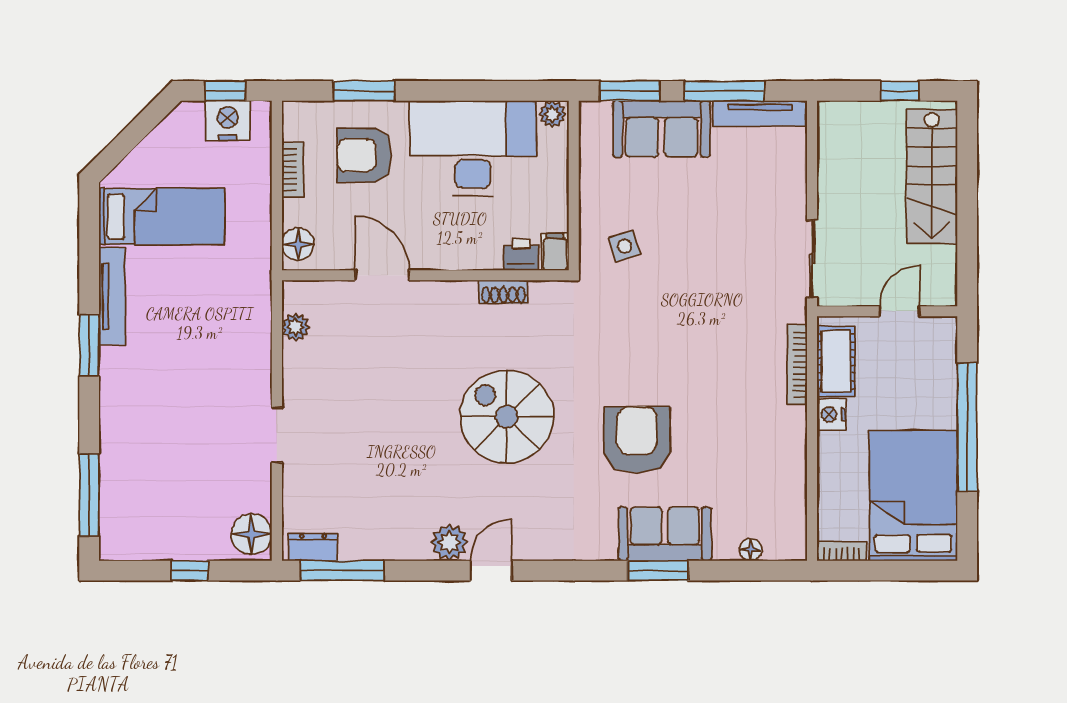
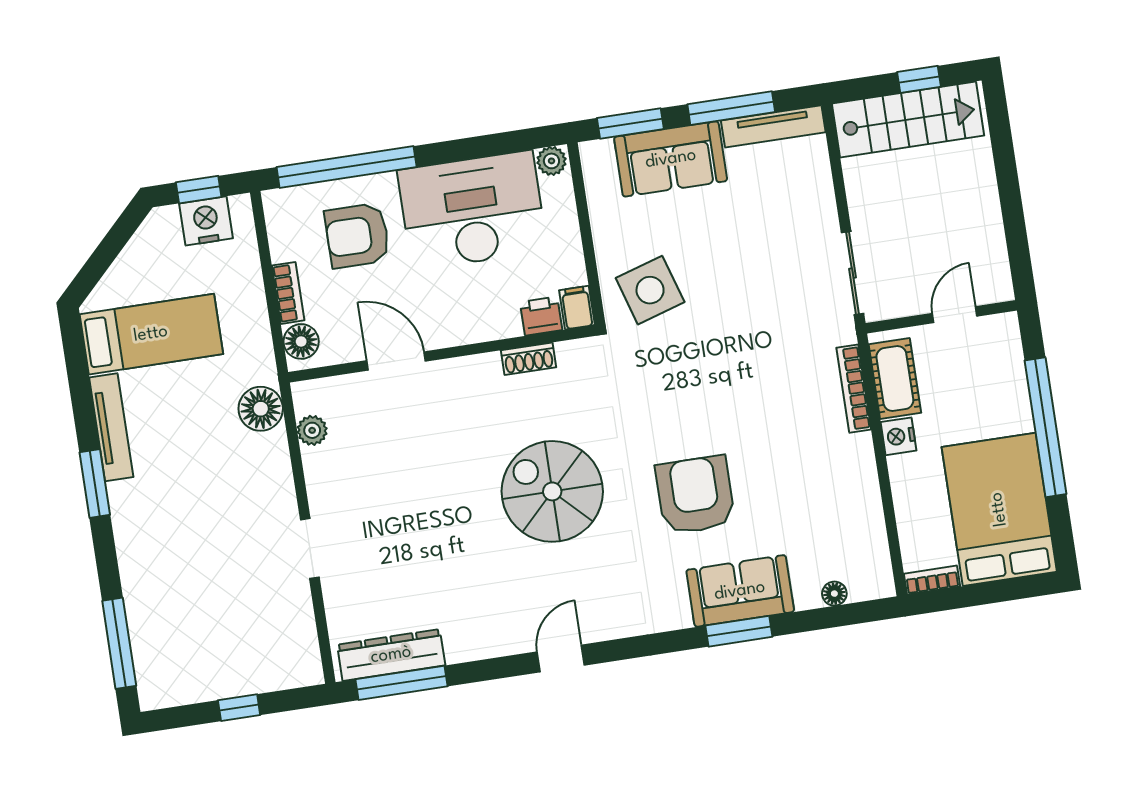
window: (364, 91) -> (347, 167), width x2.11
bookcase: (293, 170) -> (288, 293), moved
stairs: (932, 177) -> (908, 120), moved, turned -90
side table: (624, 246) -> (650, 290), width x1.87, depth x1.87
floor lamp: (251, 534) -> (261, 409), moved
plant: (449, 543) -> (512, 635), removed
dresser: (313, 547) -> (391, 655), width x1.96, depth x1.24

